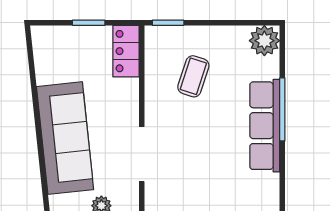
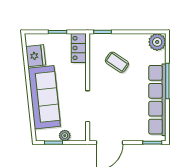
fridge: (50, 65) -> (36, 56), added
coffee table: (193, 76) -> (117, 62), turned -74
row of seats: (265, 126) -> (157, 100), width x1.36

